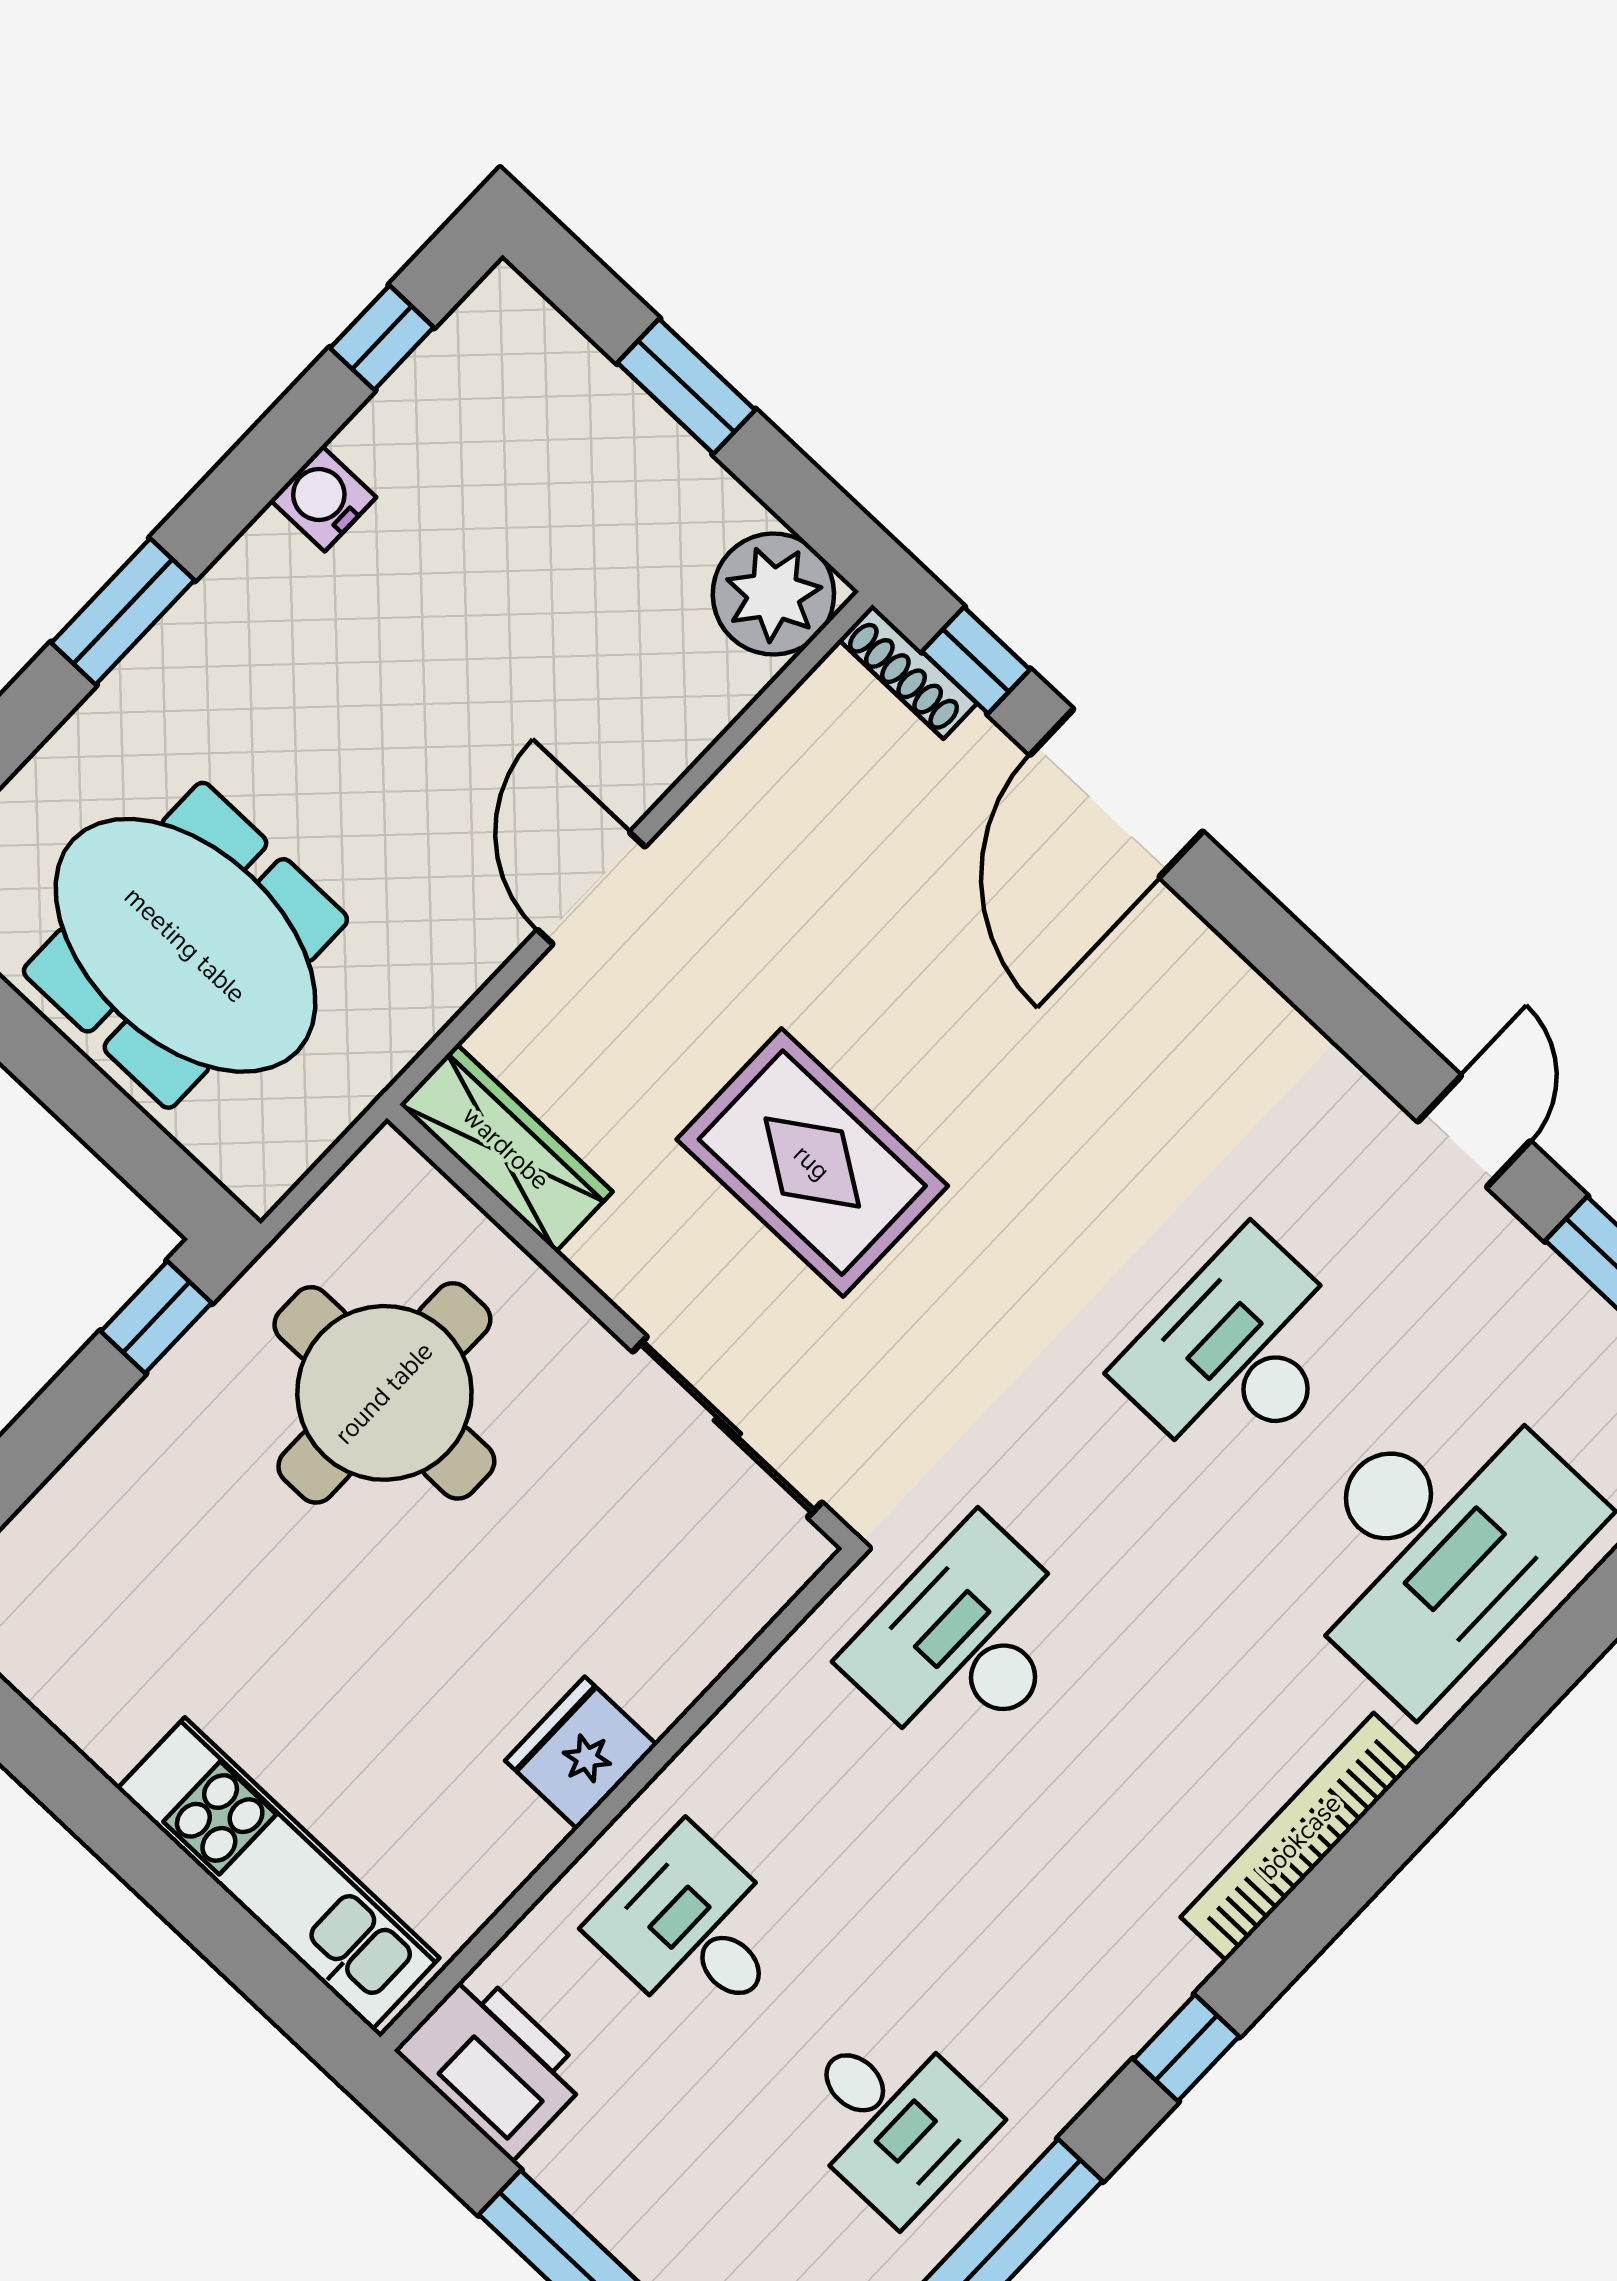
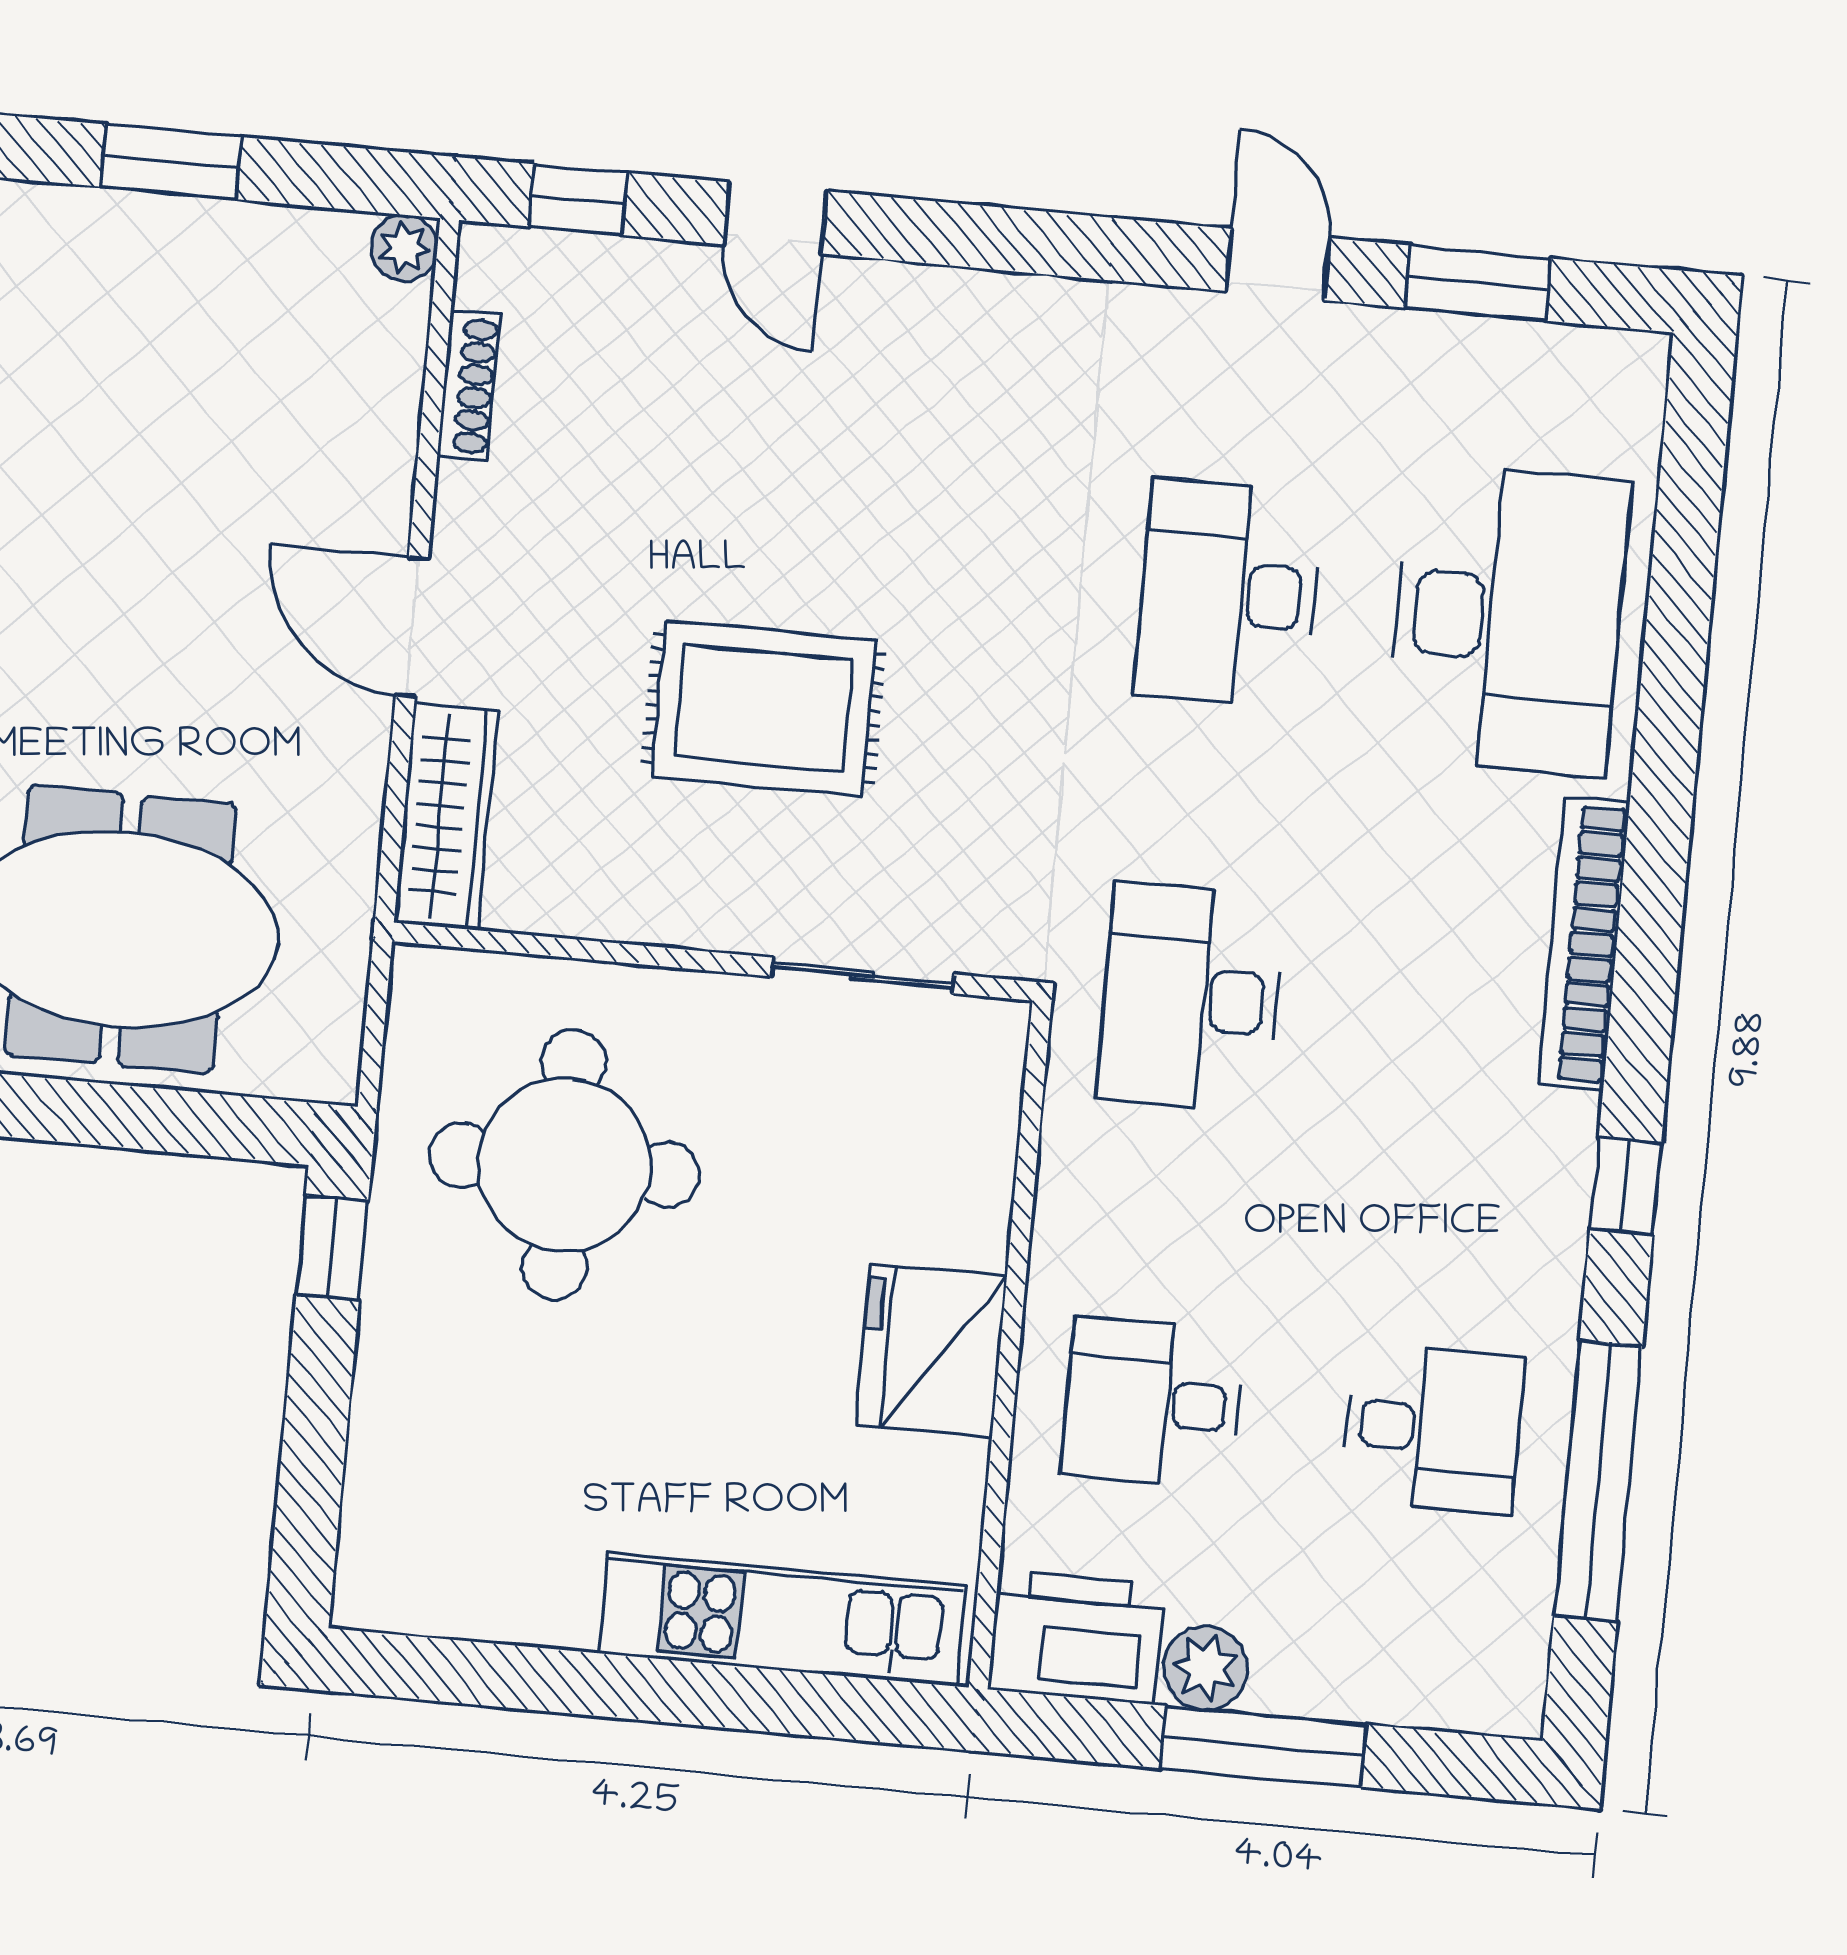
plant: (773, 594) -> (404, 248), width x0.53, depth x0.53
shoe rack: (908, 672) -> (469, 386), moved, turned -90
door: (1116, 793) -> (775, 218), width x0.53
wardrobe: (506, 1148) -> (446, 817), moved, turned 90
sliding door: (727, 1427) -> (863, 975), width x0.73
fridge: (581, 1753) -> (931, 1350), width x1.36, depth x1.34
plant: (574, 2165) -> (1205, 1668), added

